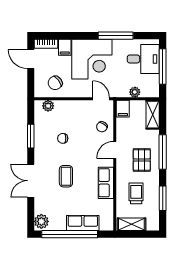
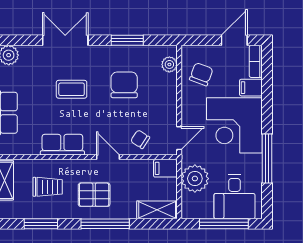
chair: (55, 83) -> (201, 74), turned 57
plant: (135, 92) -> (195, 179), width x1.88, depth x1.88
chair: (63, 138) -> (124, 85), width x1.87, depth x1.87

